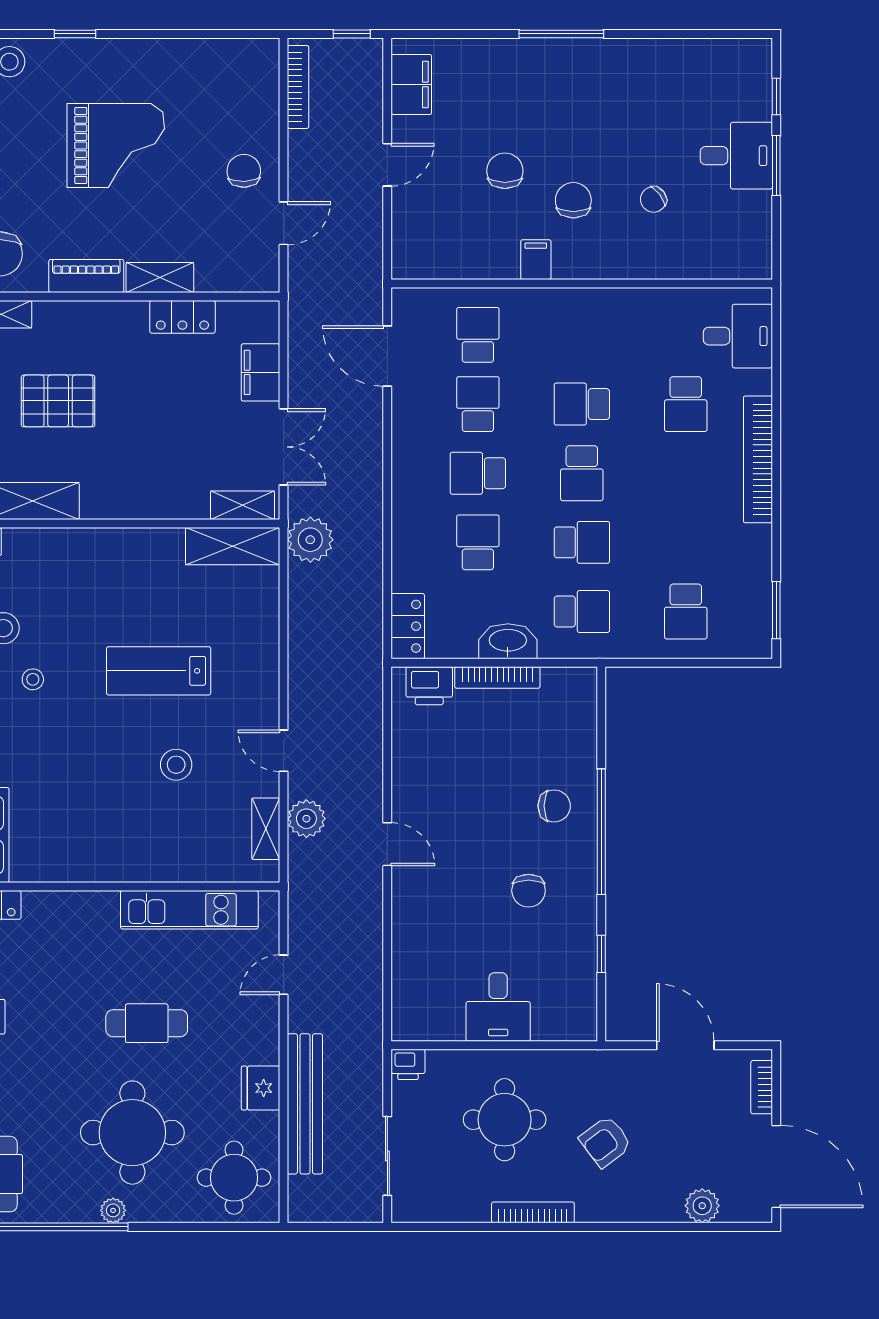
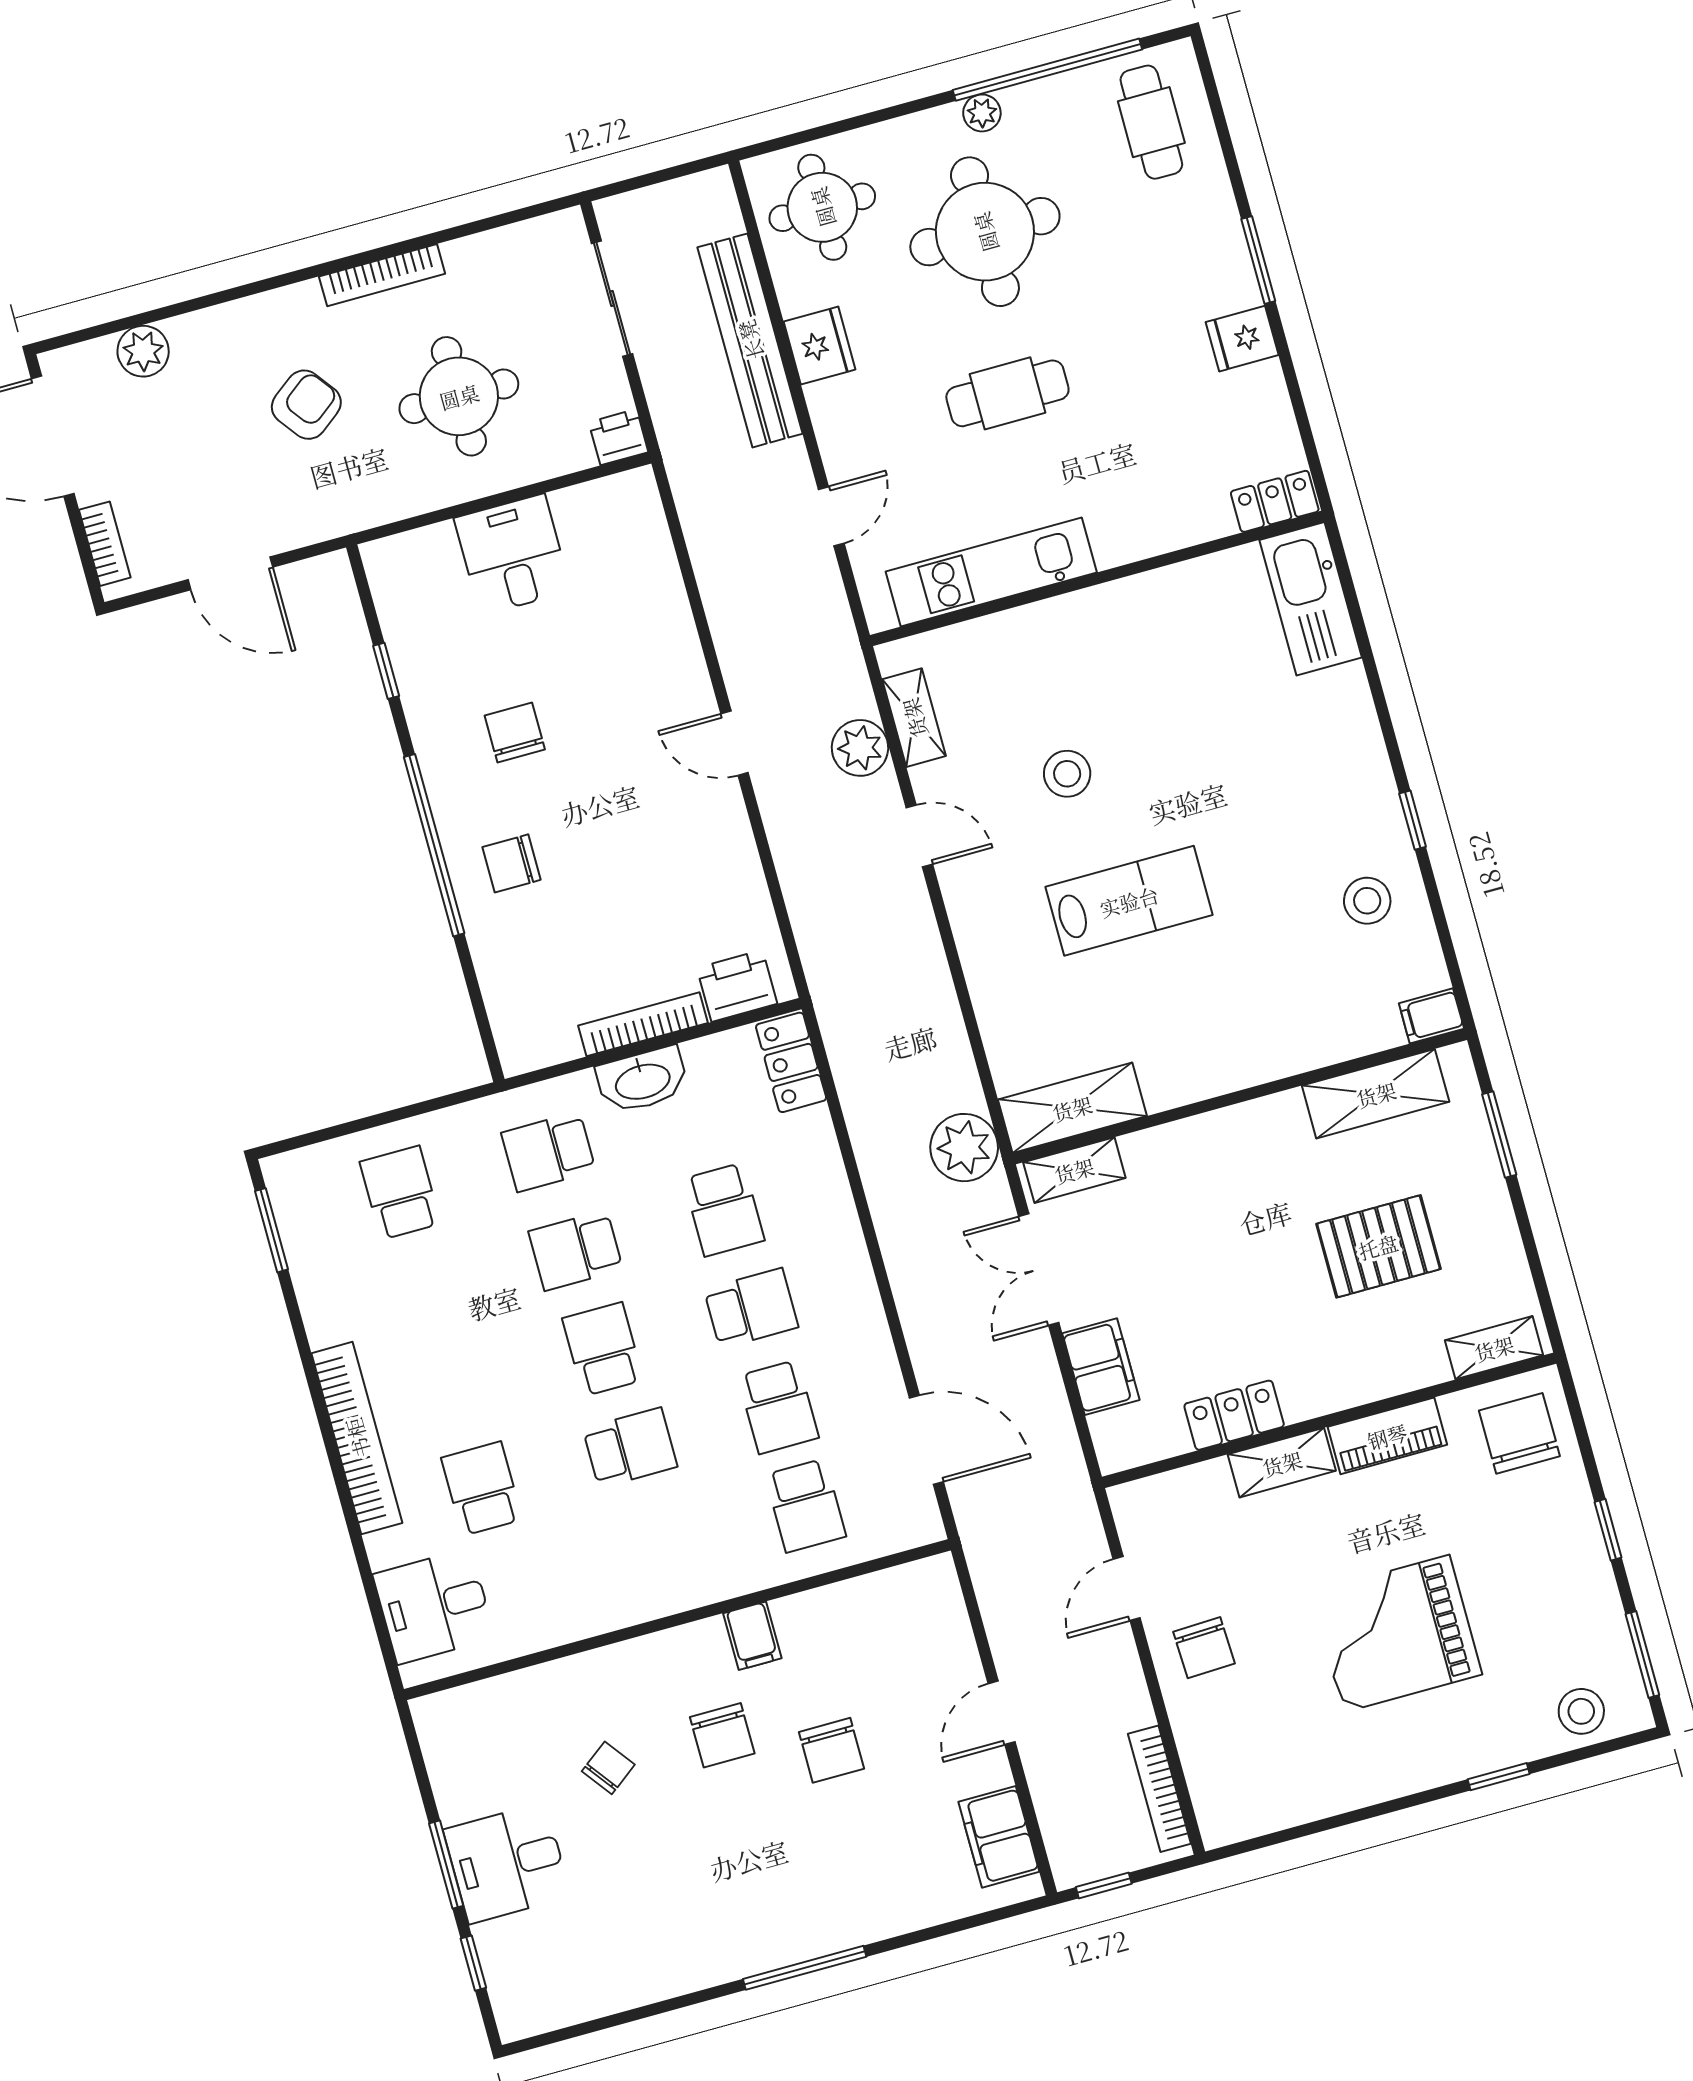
stool: (33, 679) -> (1305, 839), removed

